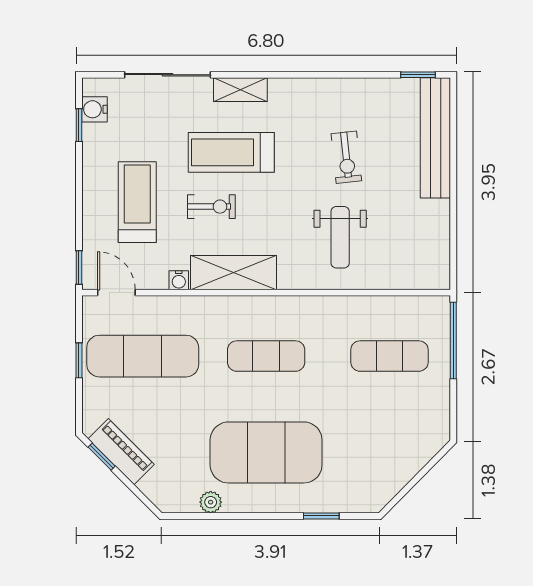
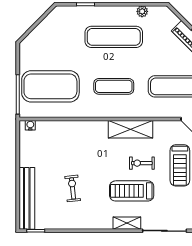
treadmill: (231, 152) -> (132, 191), turned 180
weight bench: (340, 237) -> (76, 147), removed
water cooler: (179, 280) -> (30, 125), moved
exercise mat: (389, 356) -> (50, 86), width x2.00, depth x1.45
exercise mat: (266, 452) -> (114, 37), width x0.68

